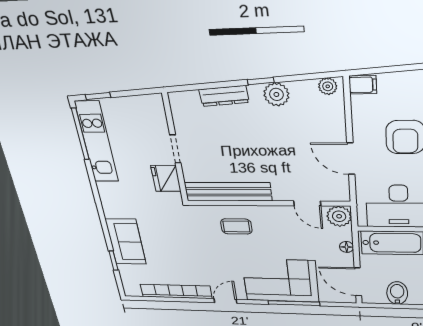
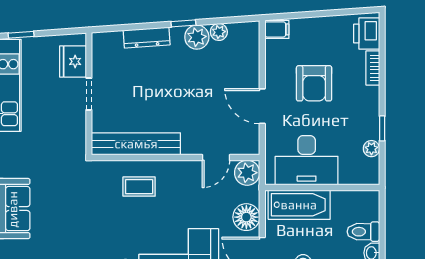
plant: (328, 86) -> (219, 32), moved
fridge: (166, 178) -> (73, 61), moved
door: (307, 203) -> (216, 158), hinge flipped
floor lamp: (347, 247) -> (246, 217), width x1.89, depth x1.89

